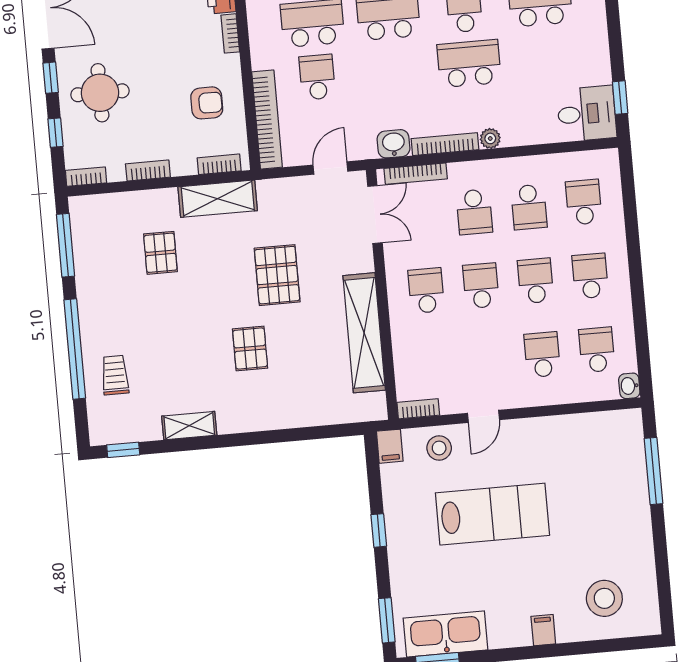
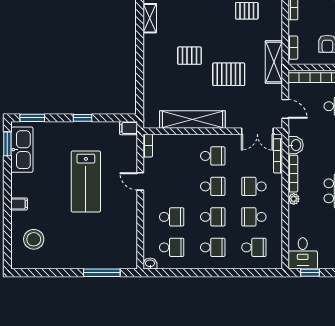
shelving: (218, 199) -> (274, 62), moved
stool: (439, 448) -> (125, 155), removed

